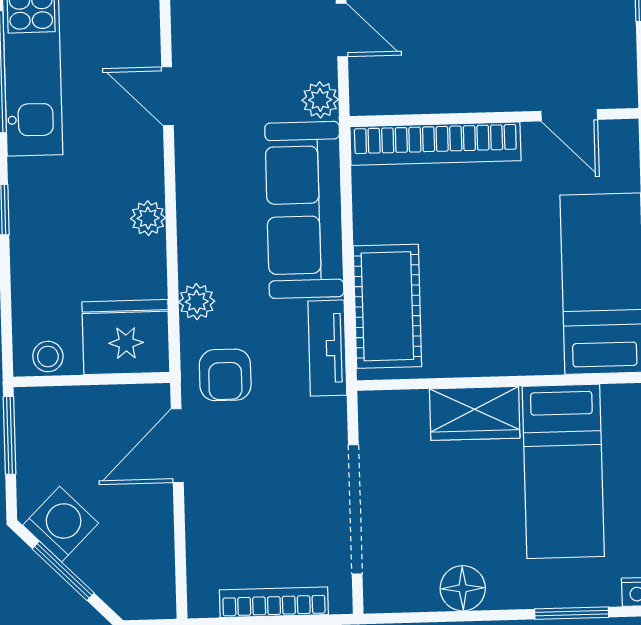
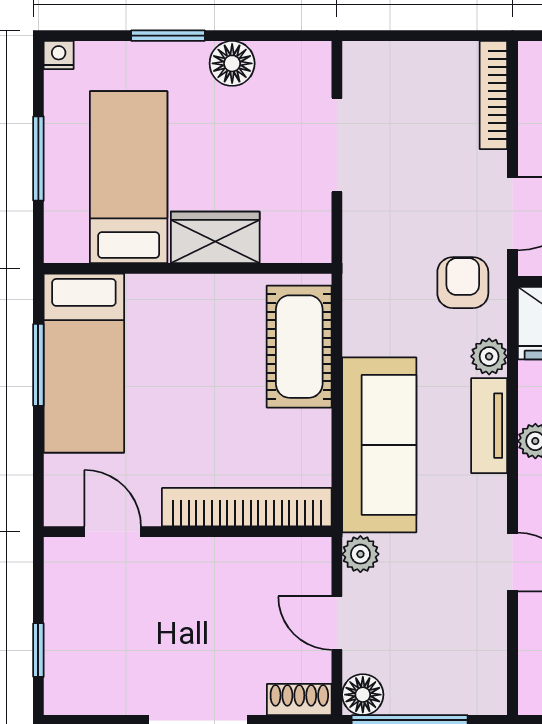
tv unit: (327, 348) -> (489, 426), moved, turned 180
doorway: (355, 509) -> (337, 145), width x0.73
bookcase: (274, 602) -> (493, 95), moved, turned 90
window: (572, 613) -> (168, 36), moved

